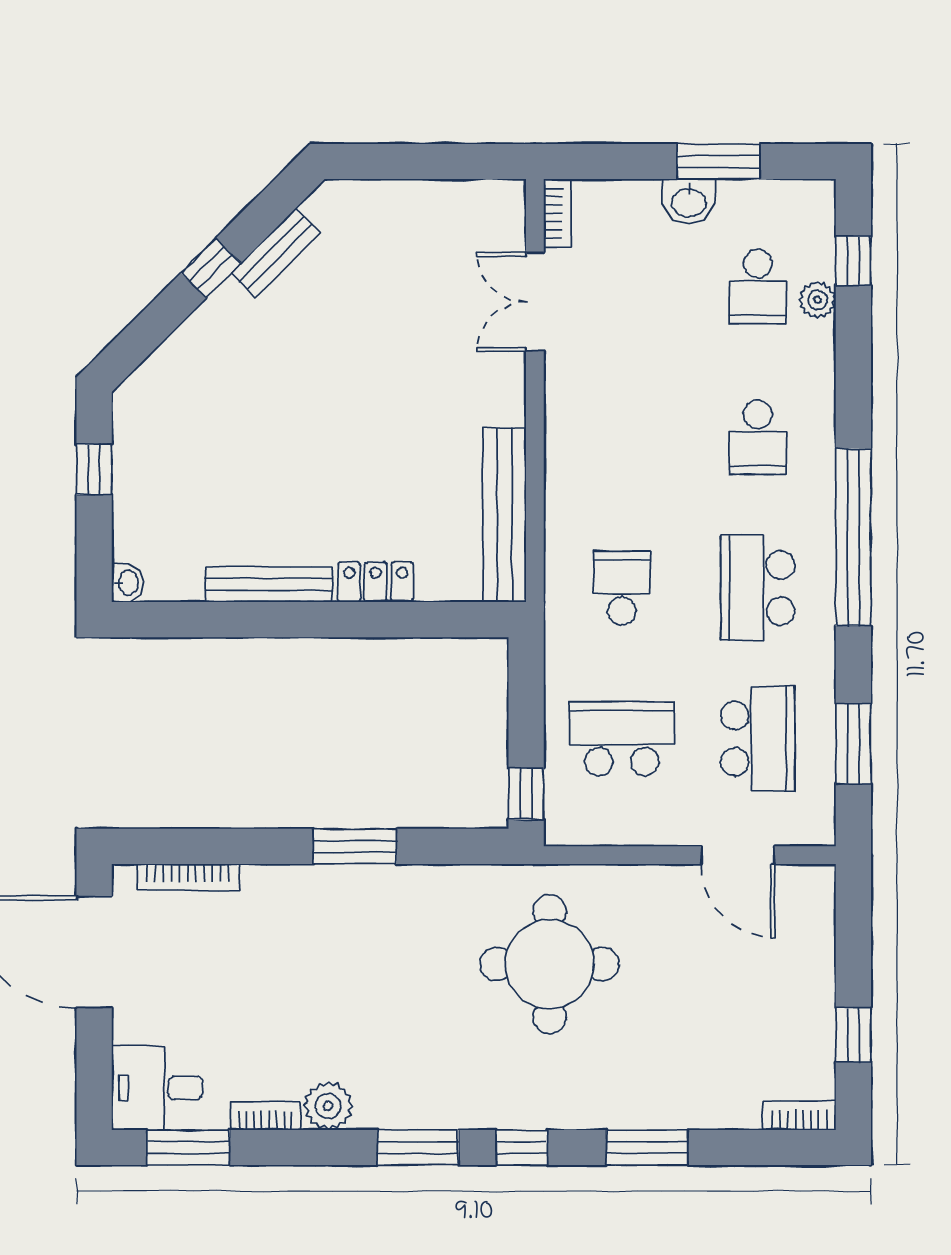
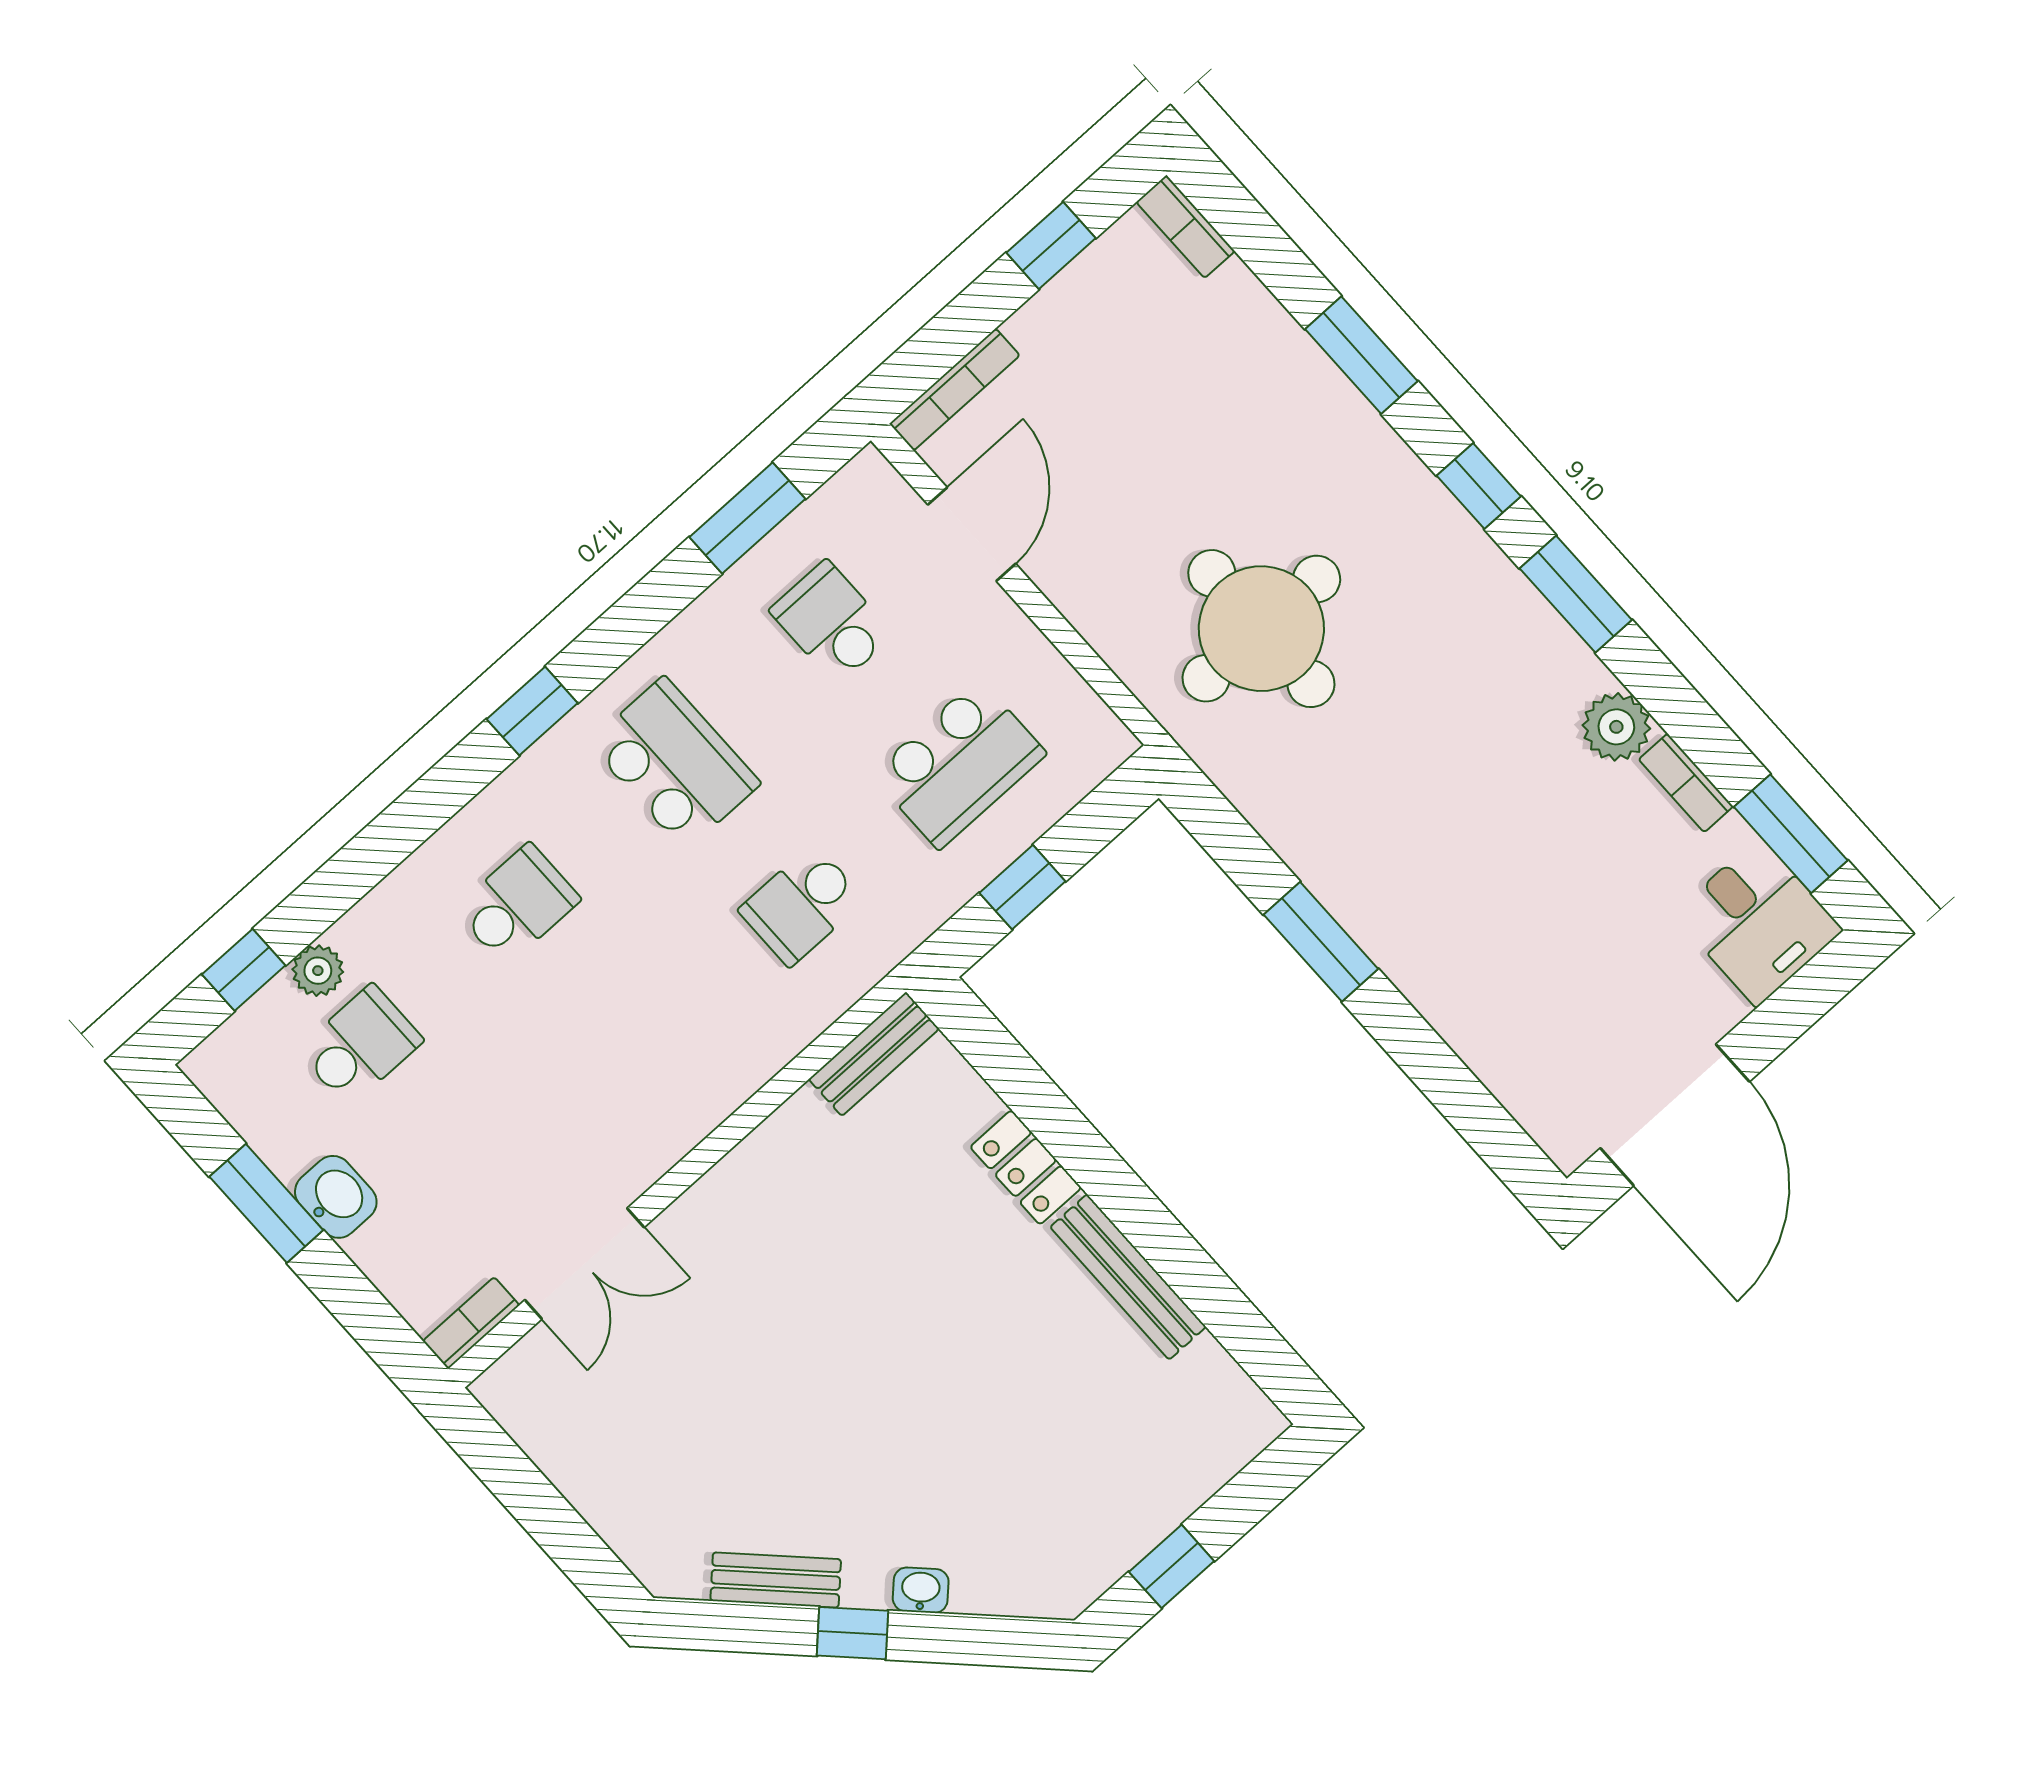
bench: (504, 515) -> (874, 1054), width x0.54, depth x0.82
window: (853, 537) -> (532, 711), width x0.32
washbasin: (127, 583) -> (921, 1590), moved, turned 45
school desk: (758, 588) -> (675, 763), turned -90
school desk: (622, 739) -> (959, 764), turned -90
school desk: (758, 739) -> (832, 622), width x0.54
window: (526, 794) -> (1022, 887), moved
bookcase: (188, 877) -> (955, 390), moved, turned 90

